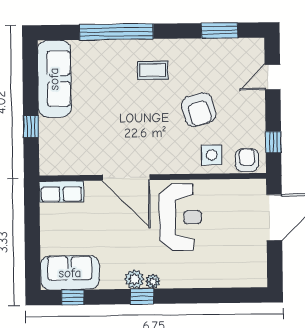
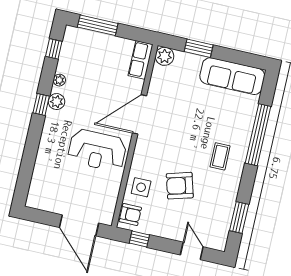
window: (31, 126) -> (199, 48), width x1.50
plant: (50, 164) -> (165, 56), added
window: (33, 252) -> (98, 25), added
sofa: (70, 273) -> (74, 51), removed
plant: (153, 281) -> (59, 80), moved

